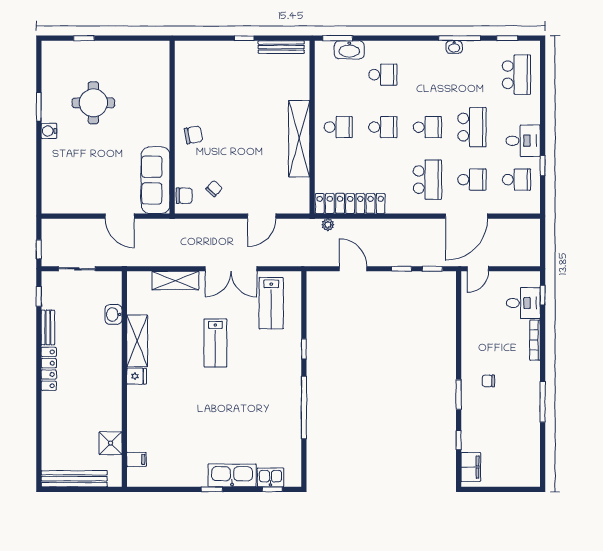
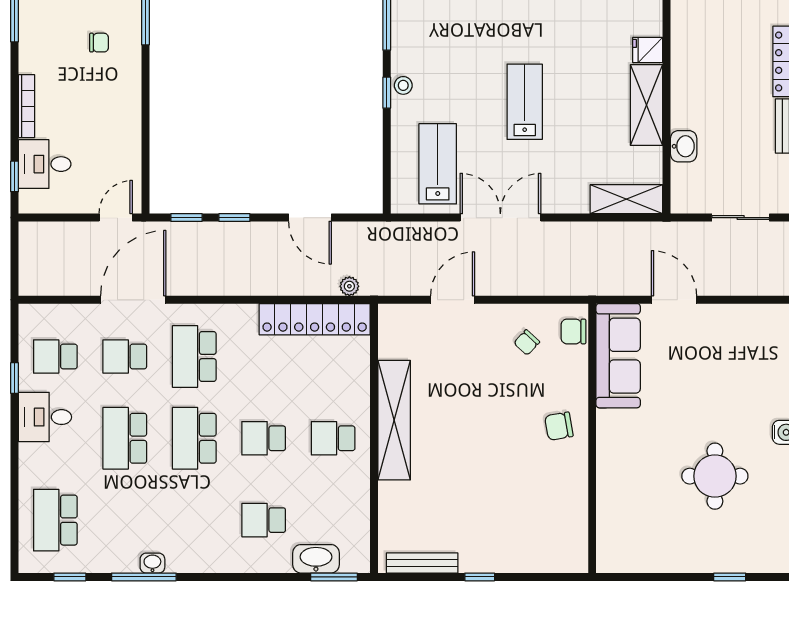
school desk: (427, 127) -> (194, 438), width x1.85
shelving: (175, 281) -> (626, 199), moved
stool: (293, 353) -> (403, 85), added

